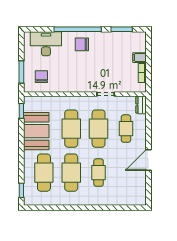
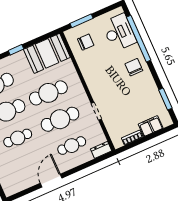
window: (78, 29) -> (139, 39), moved
filing cabinet: (139, 58) -> (151, 126), width x2.00
window: (21, 111) -> (16, 50), moved
booth: (36, 131) -> (47, 53), moved
door: (148, 160) -> (51, 181), hinge flipped

